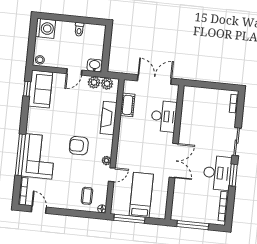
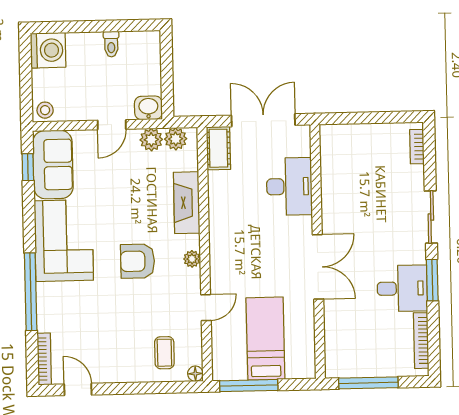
cot: (128, 105) -> (218, 148), moved
corner sofa: (38, 156) -> (64, 241), moved
plant: (106, 161) -> (192, 259), moved
desk: (217, 173) -> (402, 288), width x0.73

